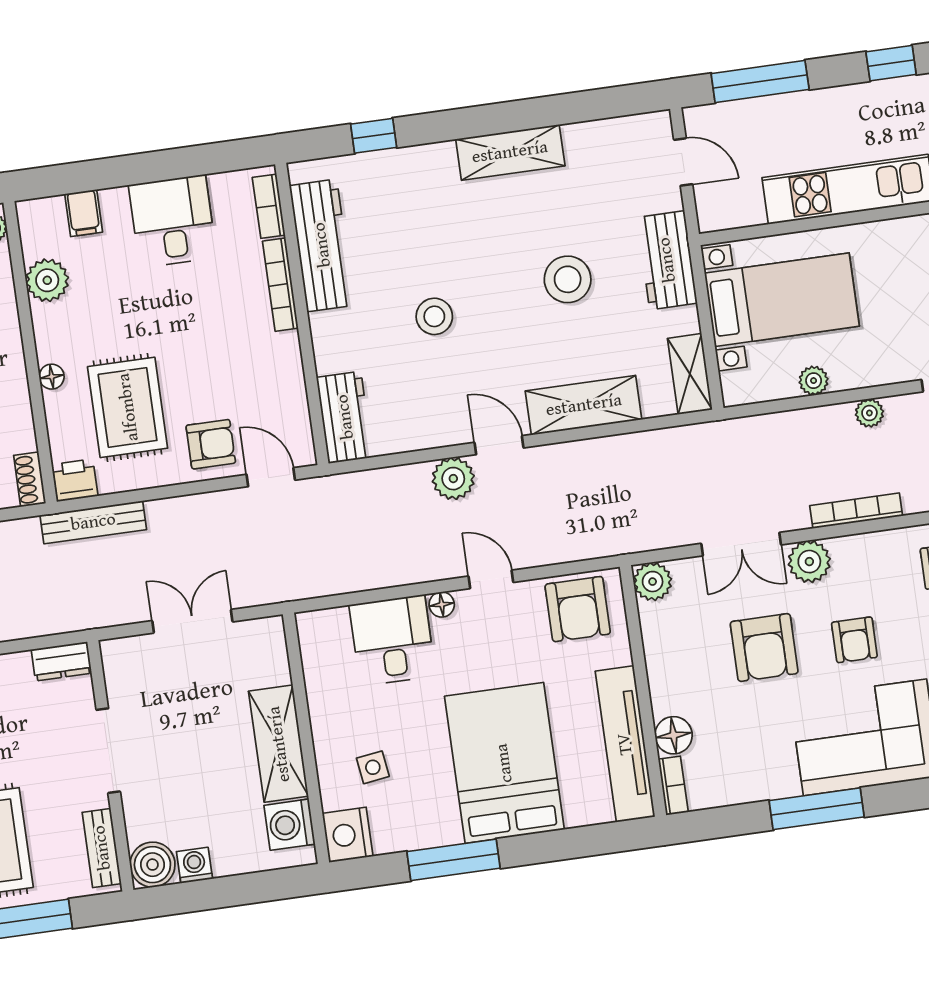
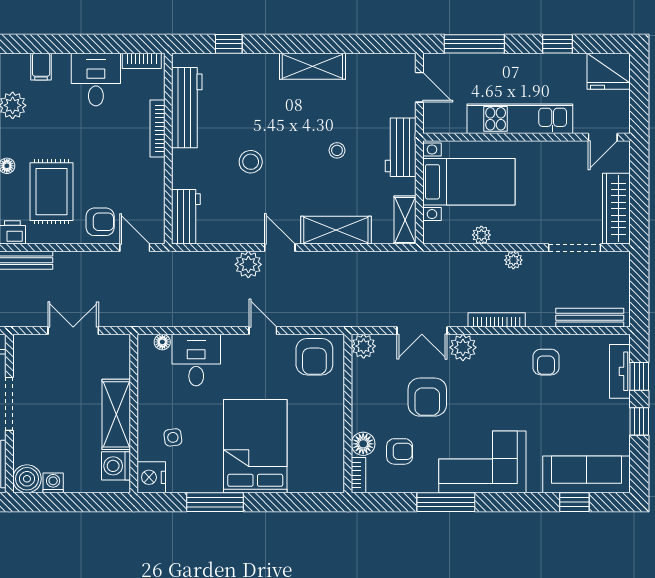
bookcase: (269, 206) -> (142, 61), moved, turned -90
stool: (568, 279) -> (337, 150), width x0.53, depth x0.53
floor lamp: (442, 604) -> (162, 342), moved
armchair: (854, 640) -> (400, 451), moved, turned -90
tv unit: (625, 744) -> (332, 445), removed

